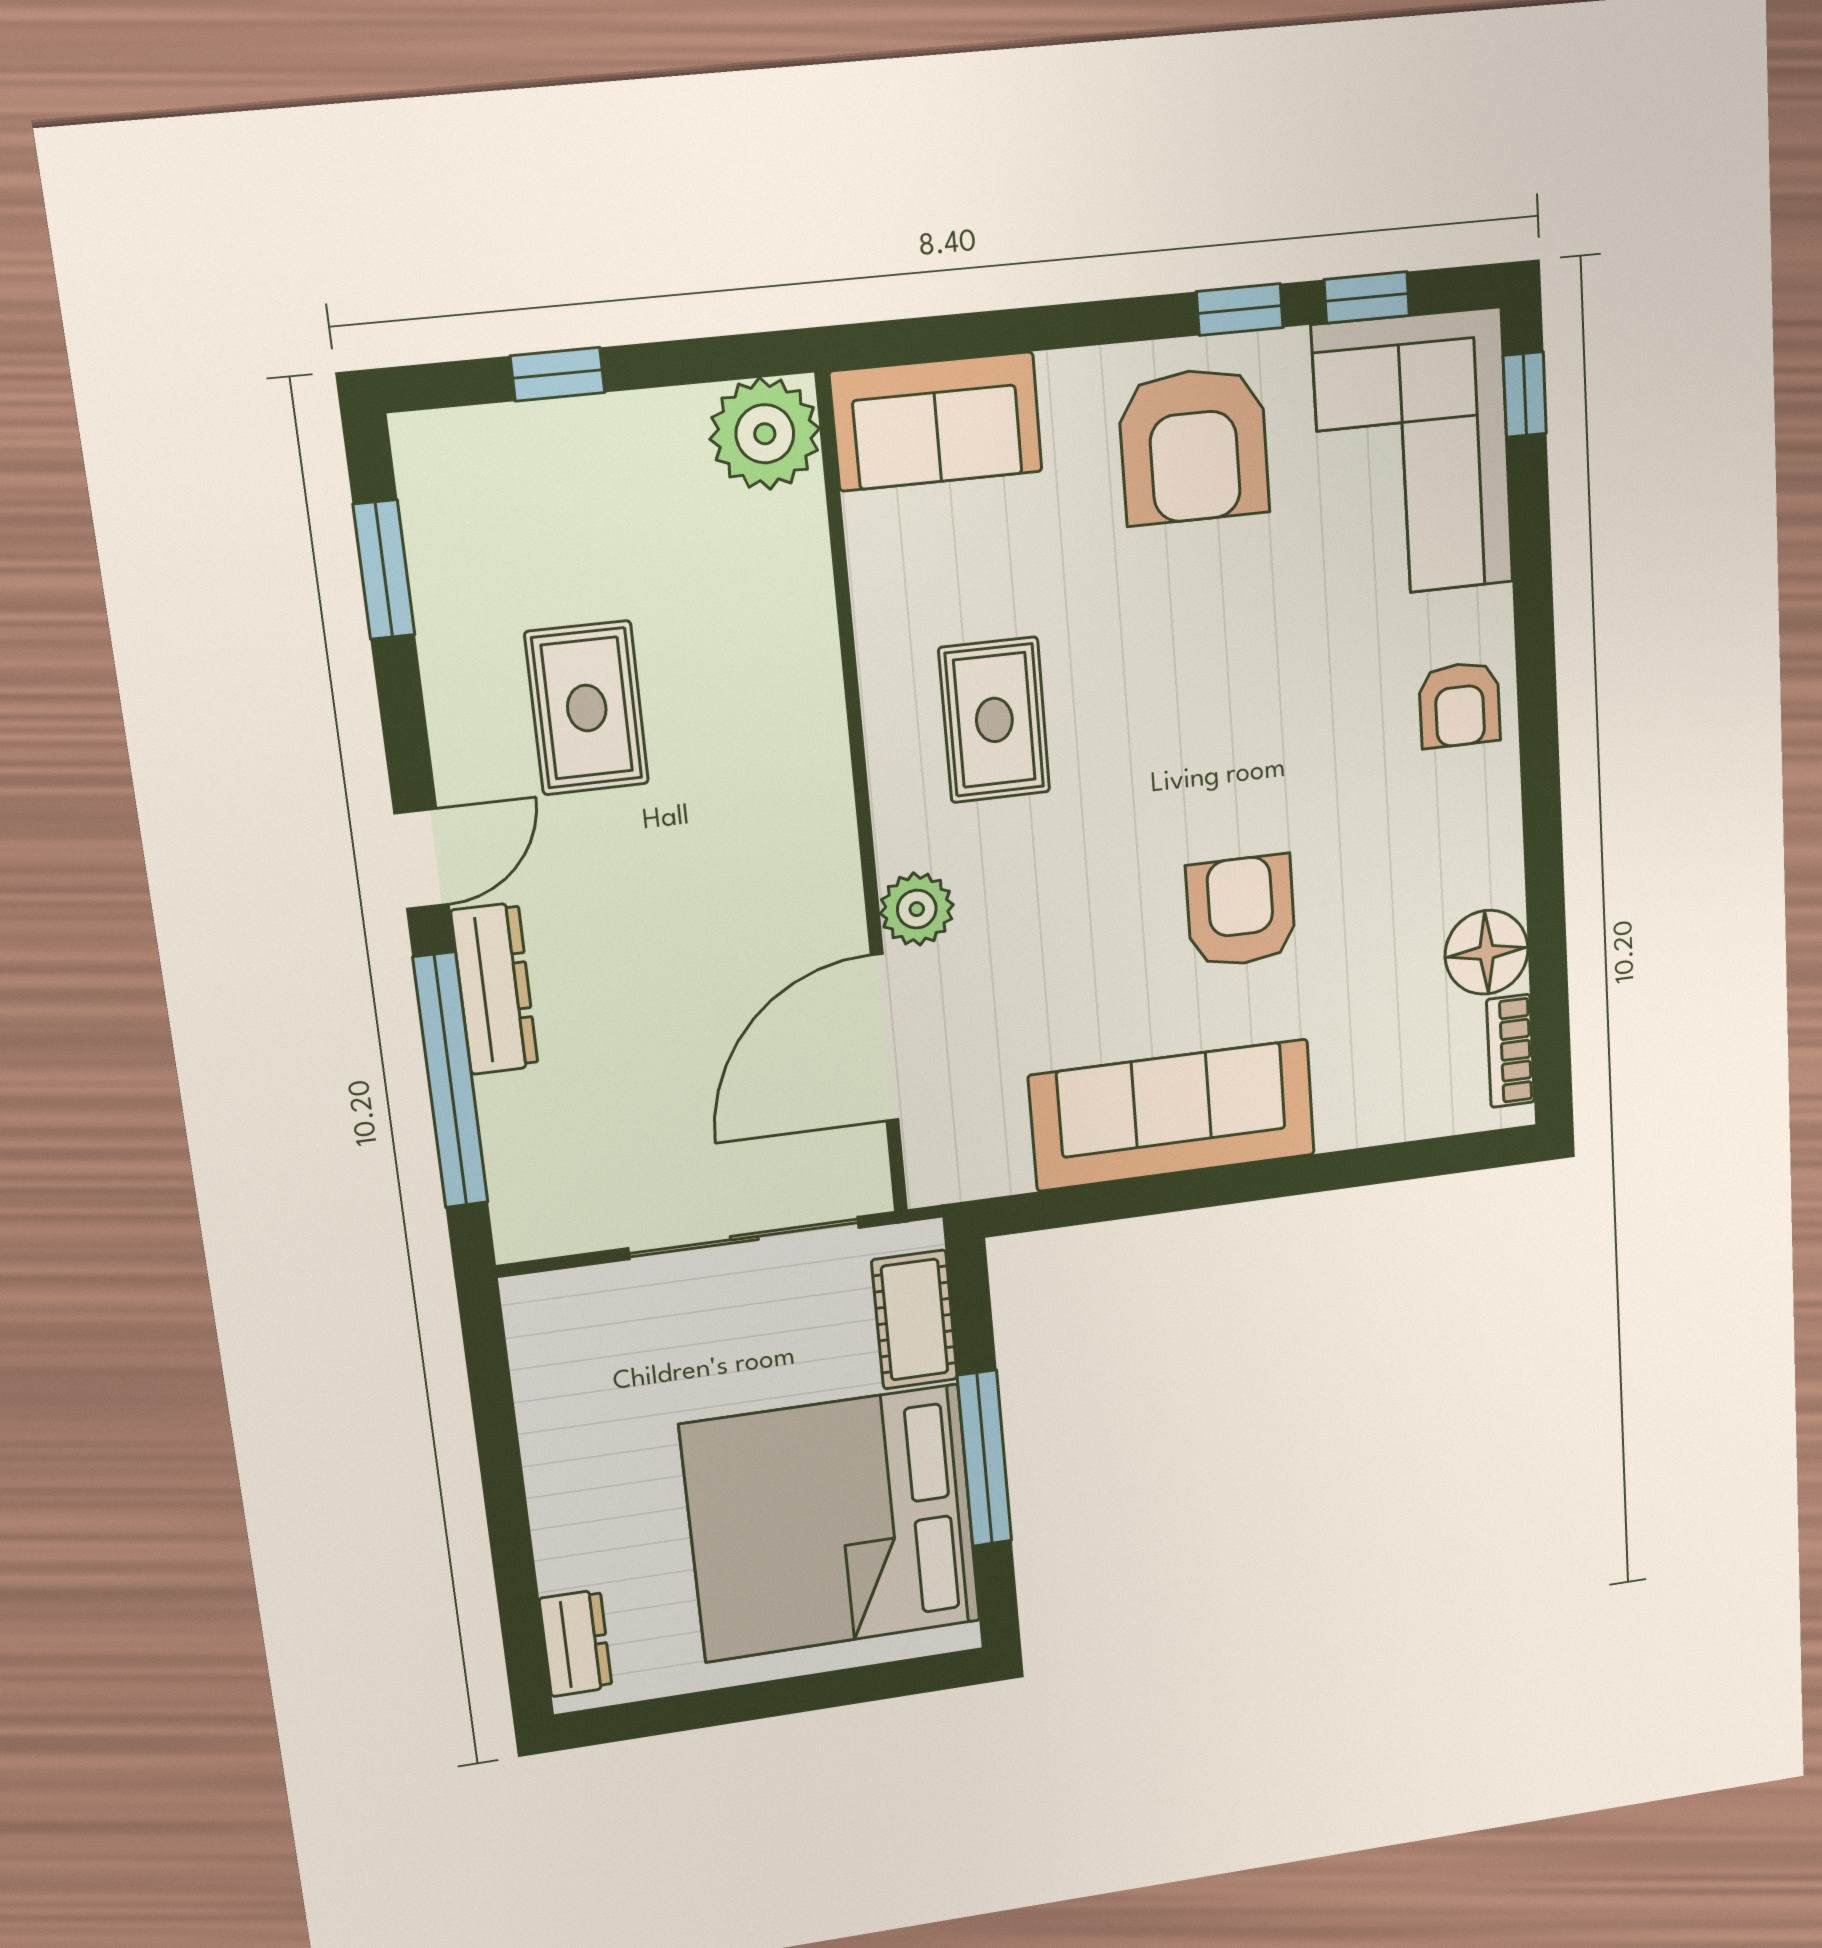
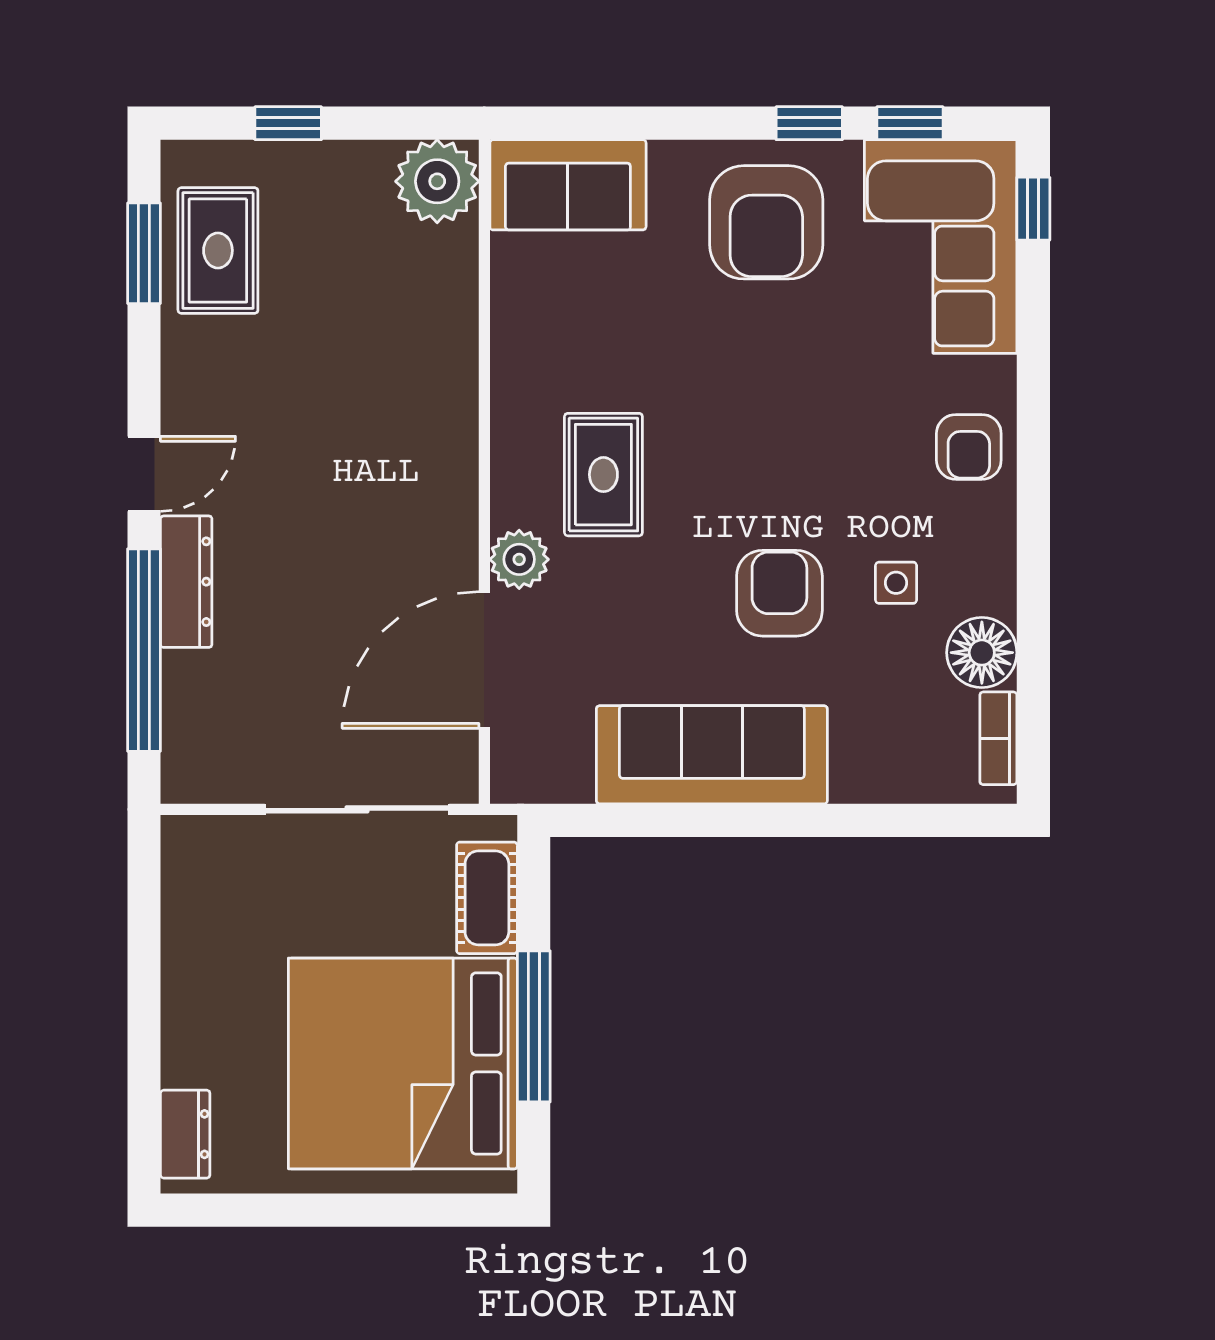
rug: (587, 708) -> (218, 250), moved
rug: (994, 720) -> (603, 475), moved
side table: (1381, 881) -> (896, 583), added

